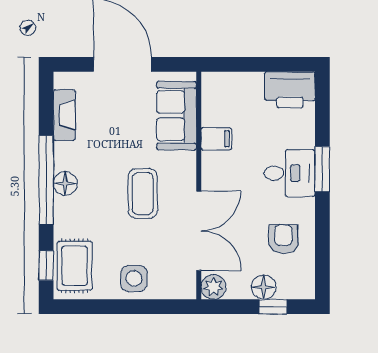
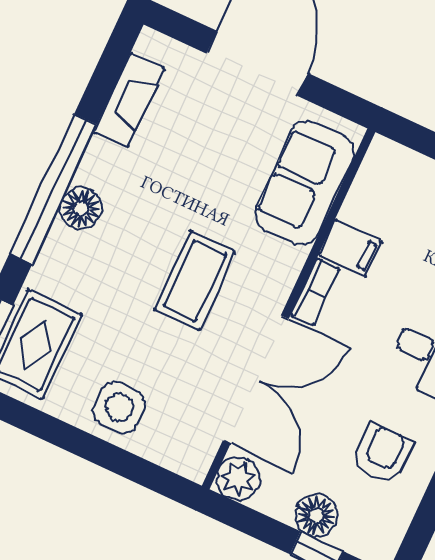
bookcase: (208, 170) -> (315, 292), added

